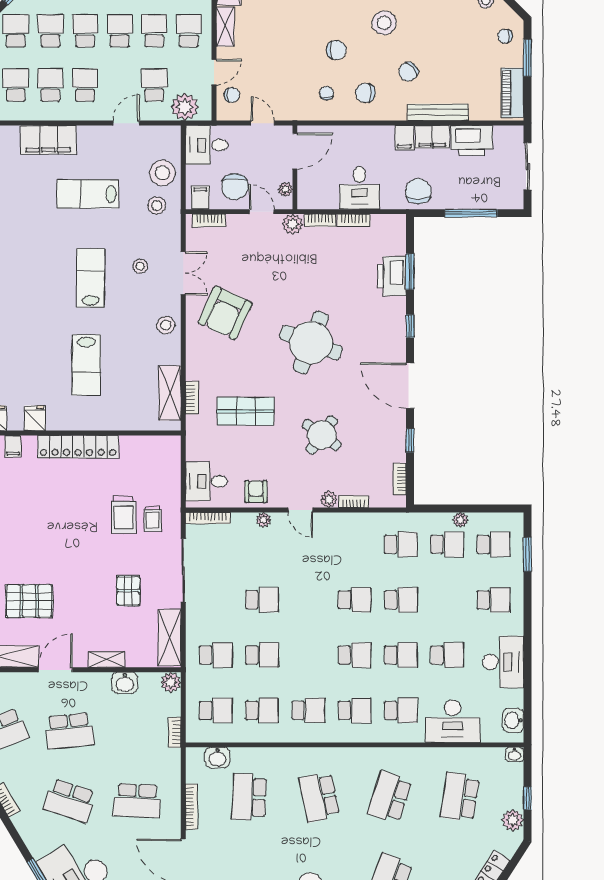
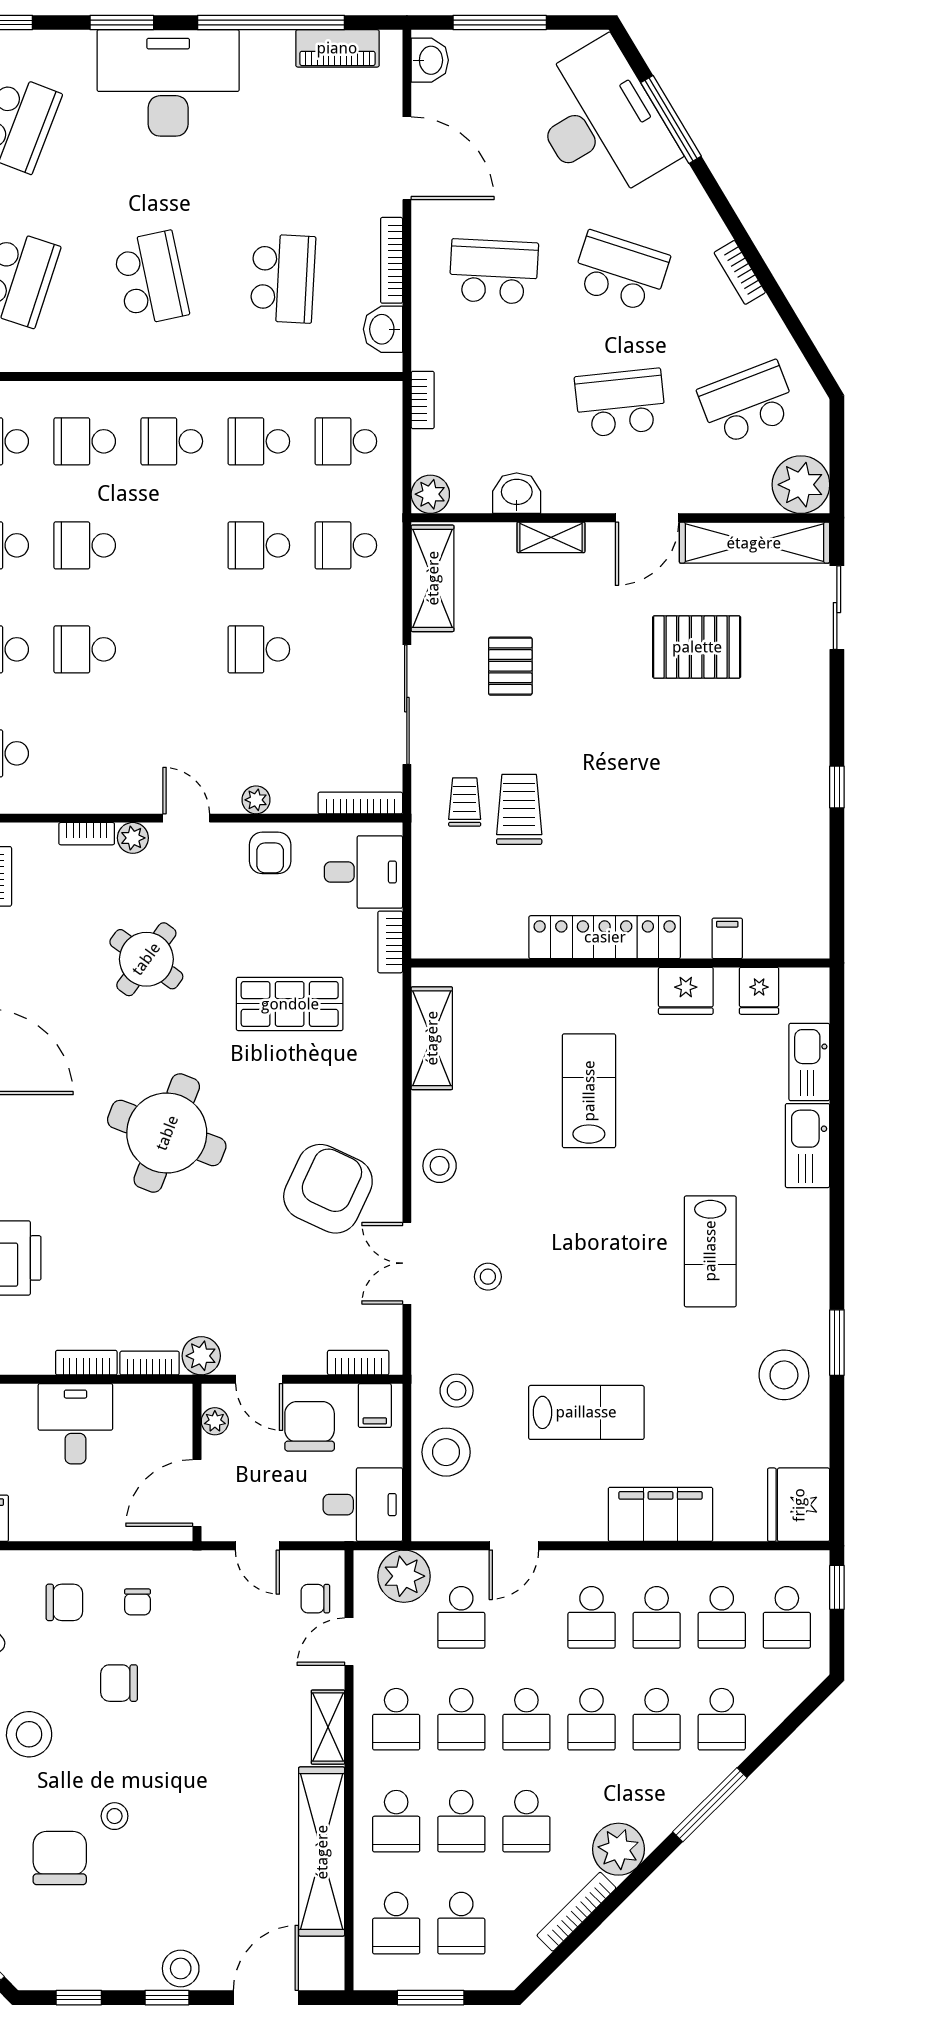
lab bench: (91, 278) -> (710, 1251), moved
bookcase: (192, 398) -> (390, 942), moved
fridge: (35, 418) -> (686, 991), width x1.38
washbasin: (217, 758) -> (383, 329), moved, turned -90

